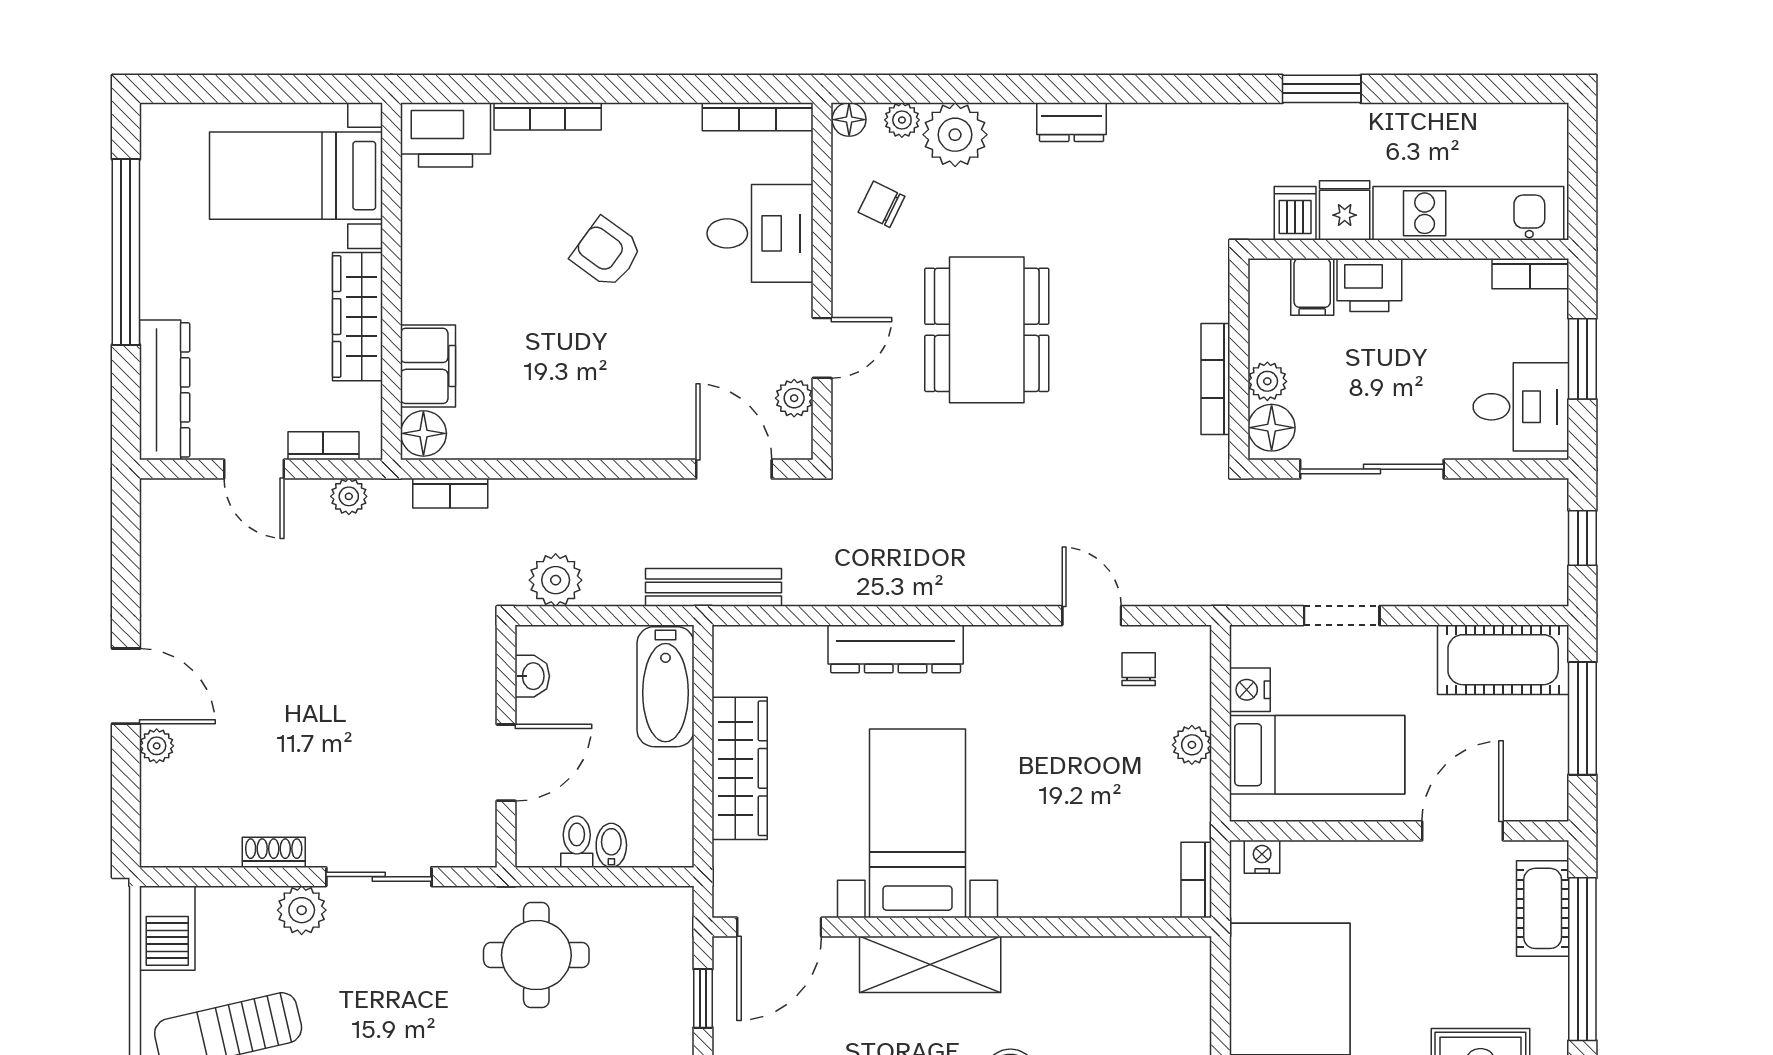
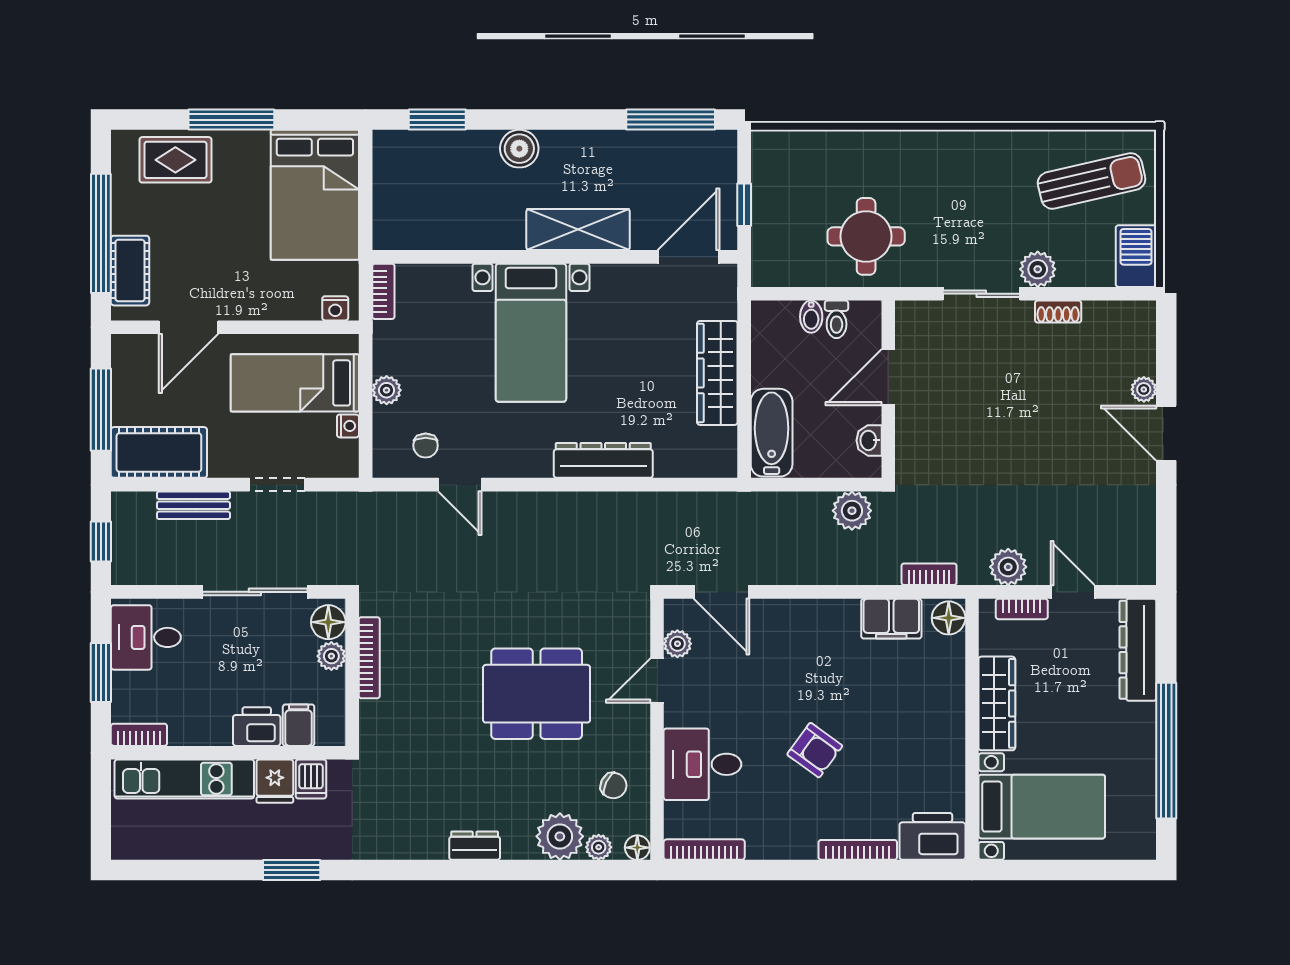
dining table: (987, 330) -> (537, 694), turned 90
filing cabinet: (428, 366) -> (891, 619), moved, turned -90
plant: (349, 496) -> (1008, 567), width x1.38, depth x1.38
bench: (713, 587) -> (193, 505), moved, width x0.73
nightstand: (1250, 690) -> (348, 426), width x0.72, depth x0.74
bed with nightstands: (917, 823) -> (531, 333), moved

